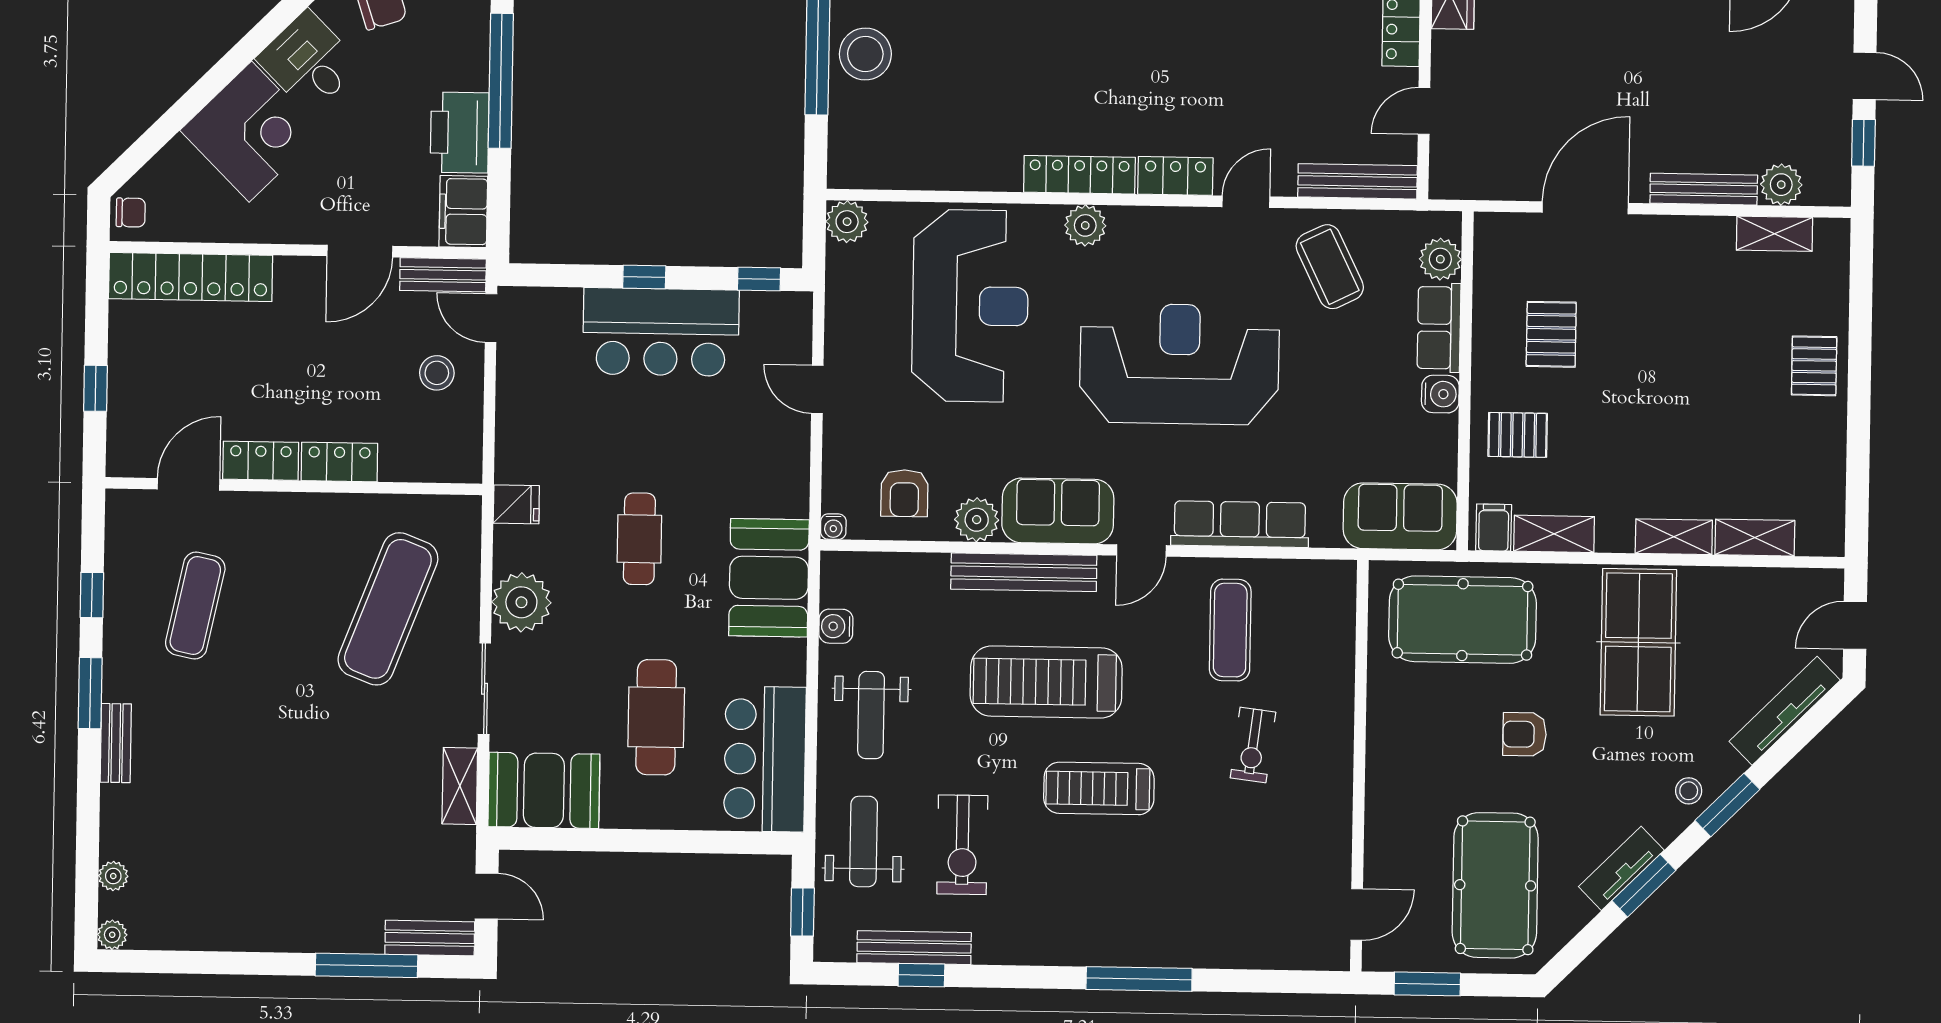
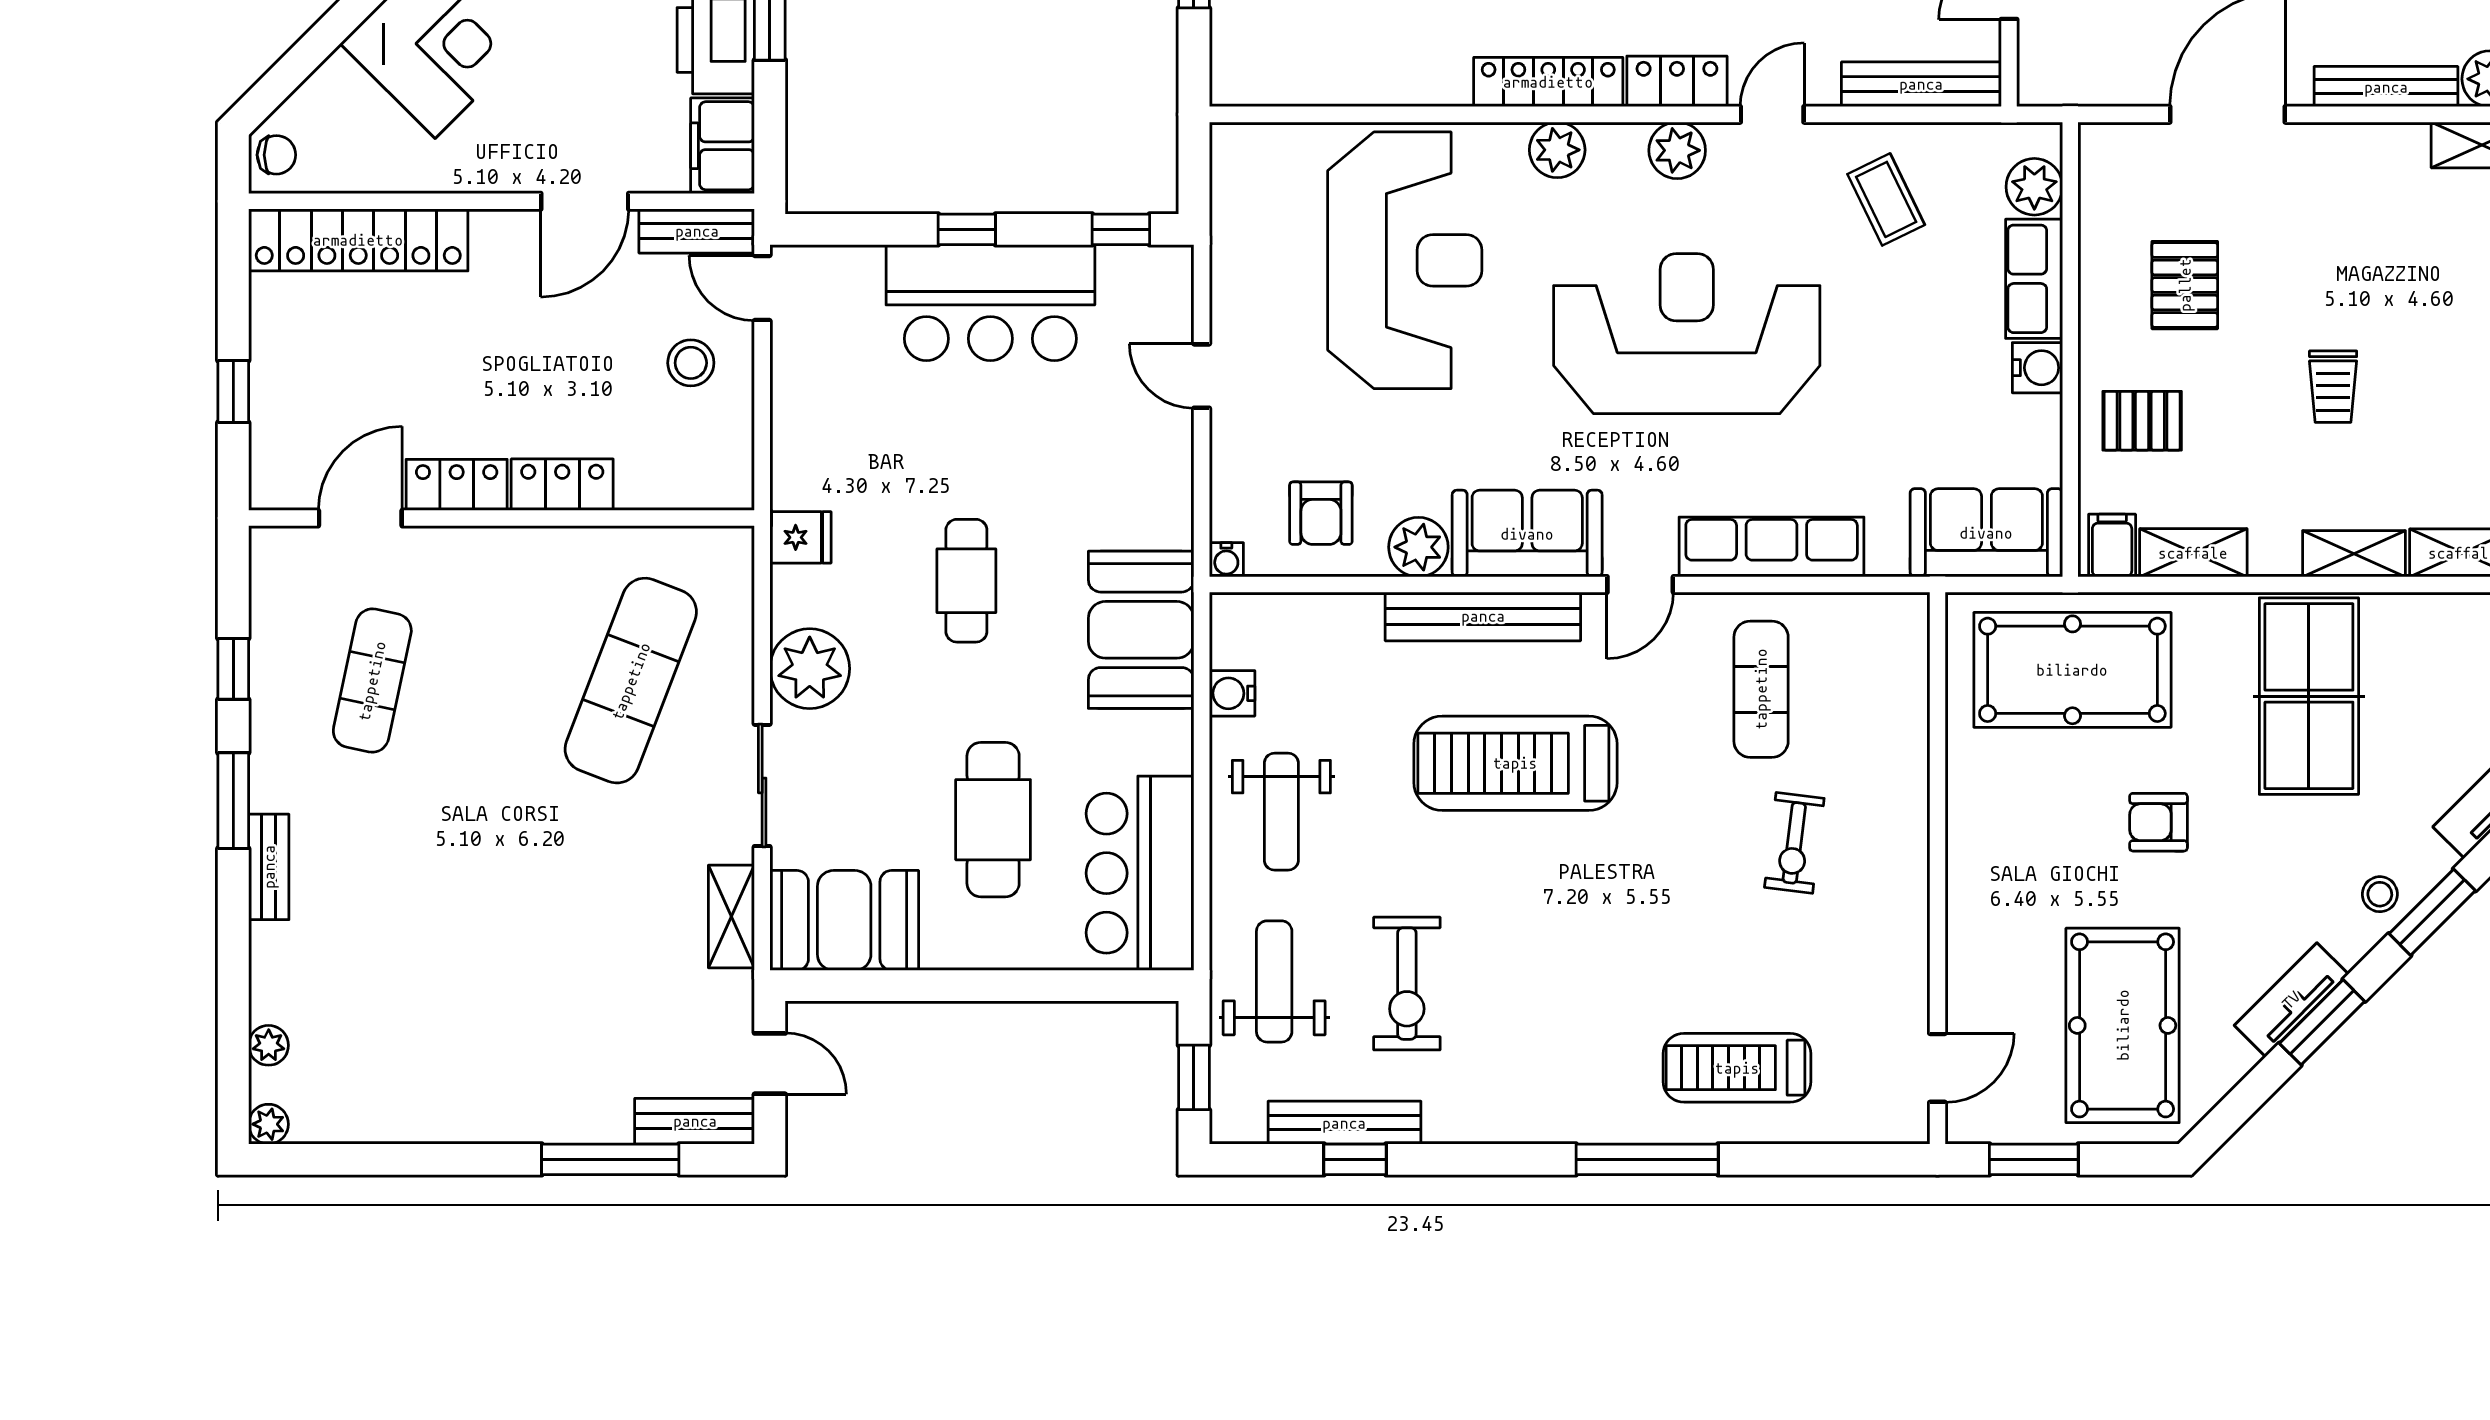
plant: (847, 222) -> (1677, 150), moved
coffee table: (1330, 267) -> (1886, 199), width x0.73, depth x0.77
trolley: (1660, 412) -> (2333, 387), added
treadmill: (1099, 788) -> (1737, 1068), moved

